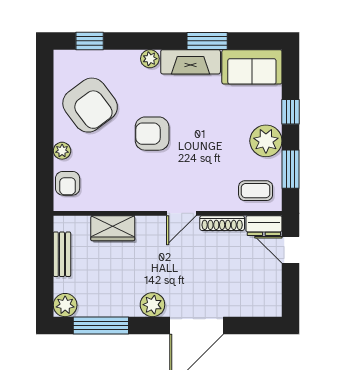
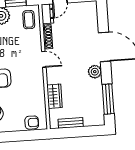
plant: (62, 151) -> (14, 127), removed
plant: (65, 305) -> (98, 119), removed

